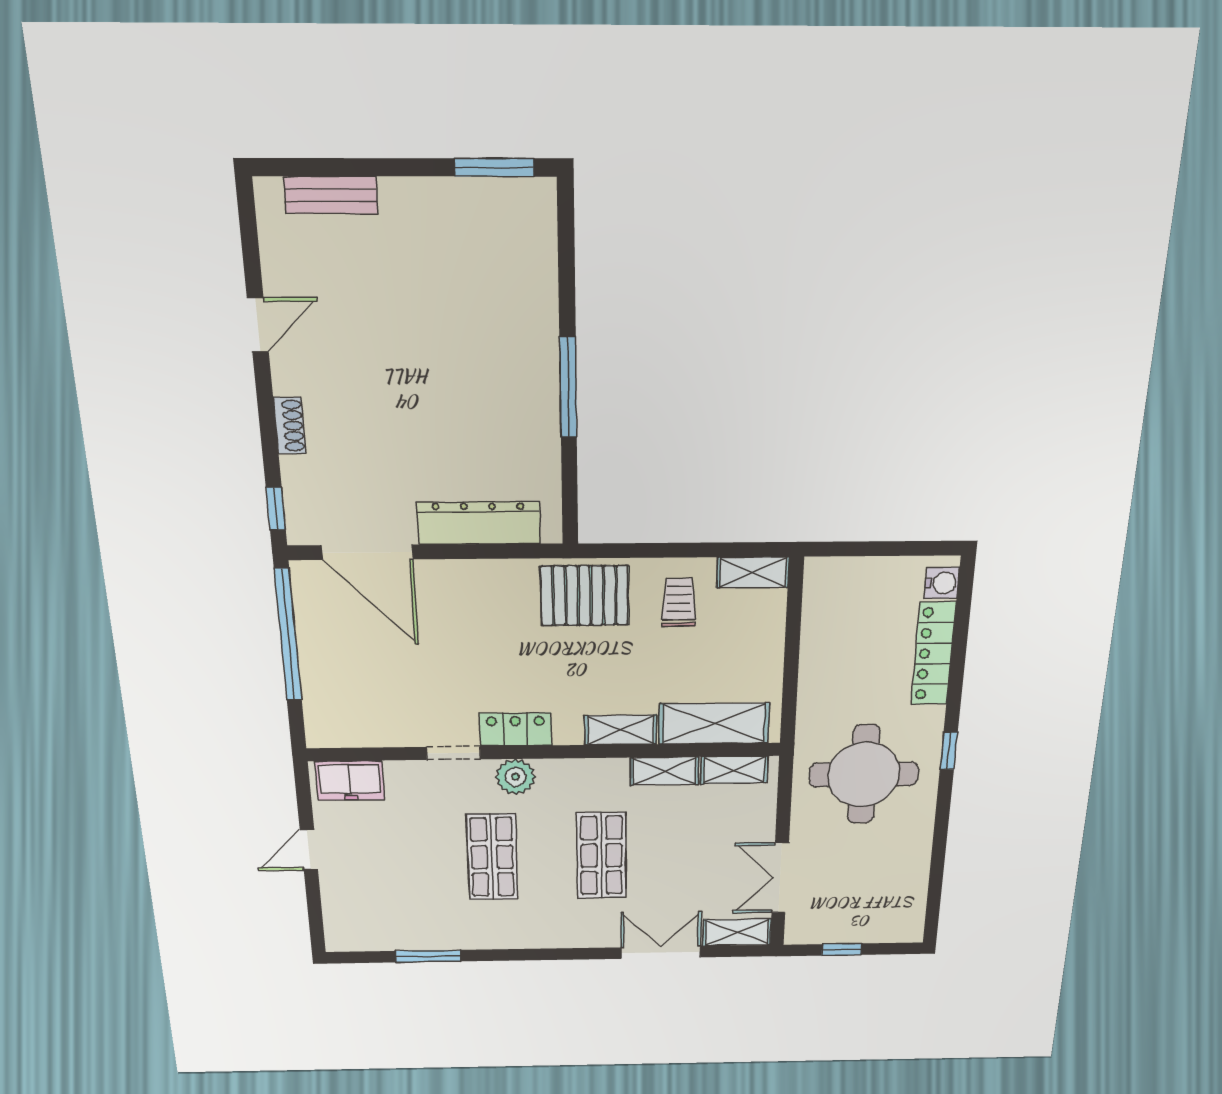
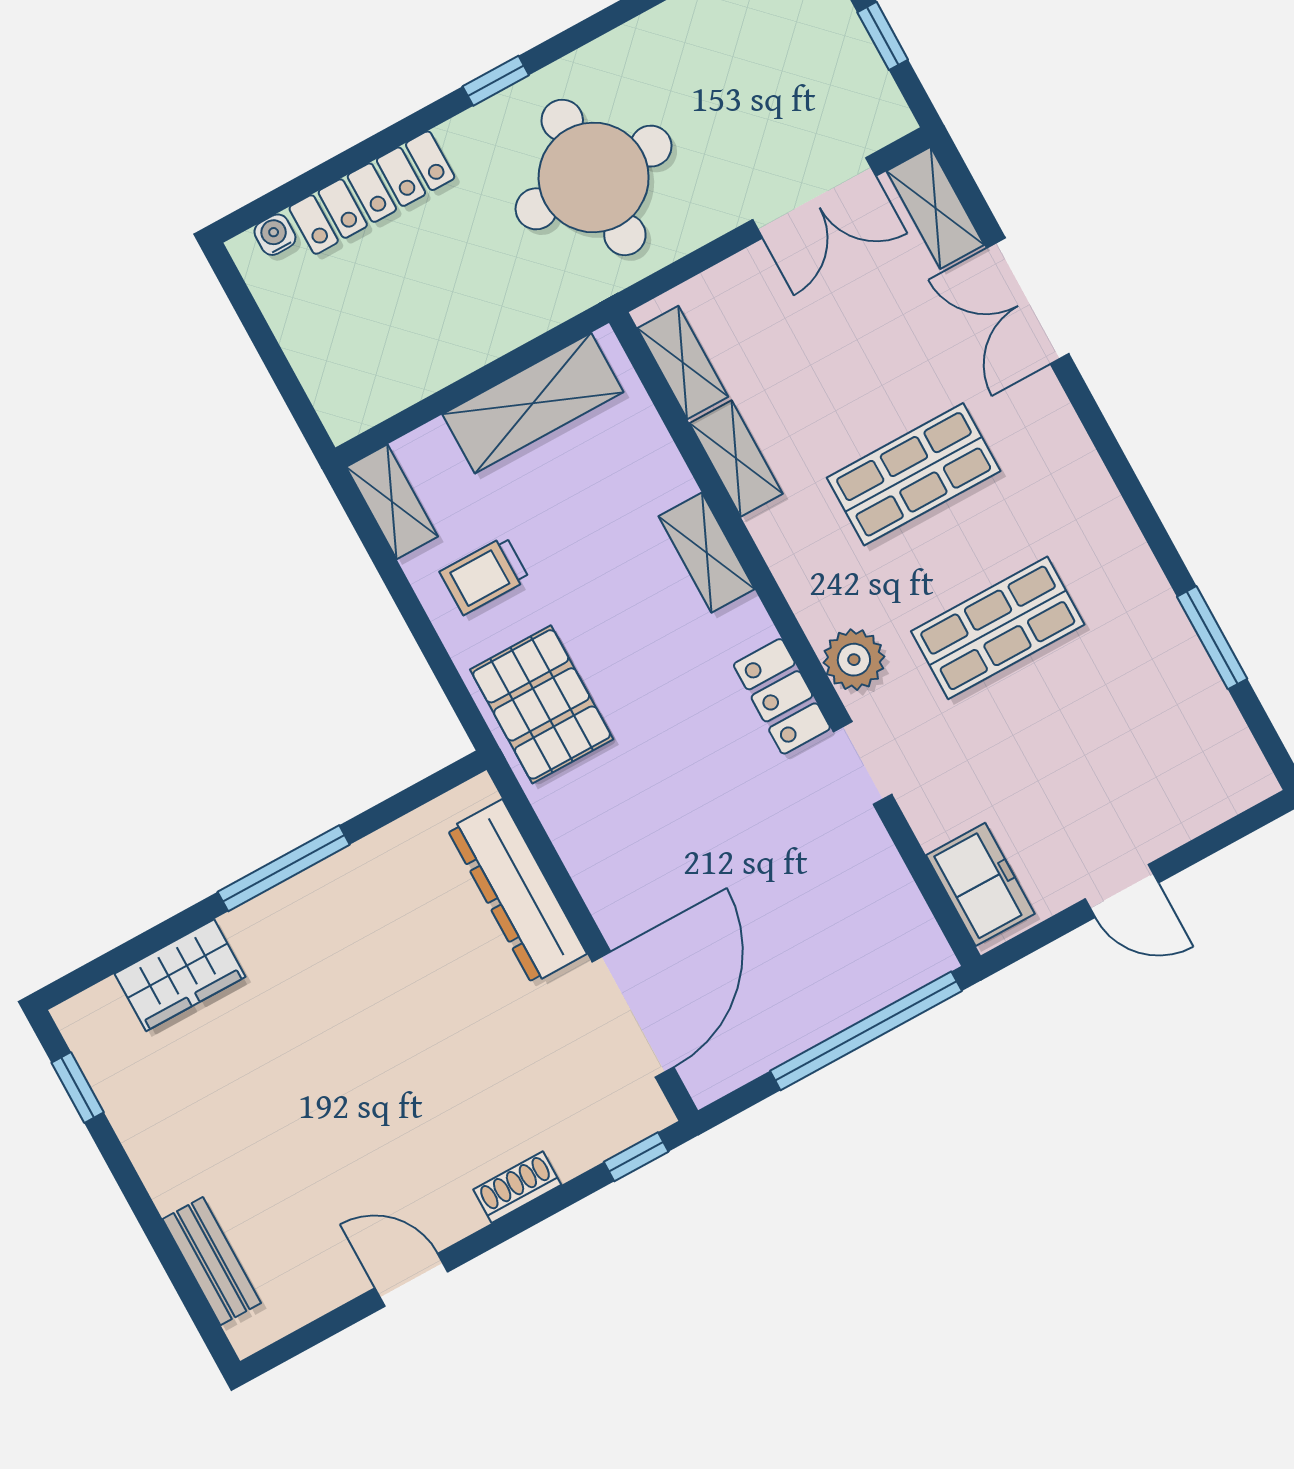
window: (494, 167) -> (78, 1087), width x0.67
wardrobe: (534, 281) -> (180, 975), added
water cooler: (942, 583) -> (275, 235), width x0.72, depth x0.72
window: (288, 635) -> (866, 1031), moved
shelving: (714, 723) -> (533, 403), moved, turned 90

